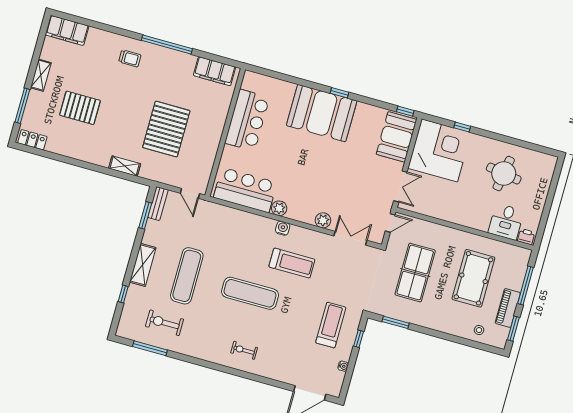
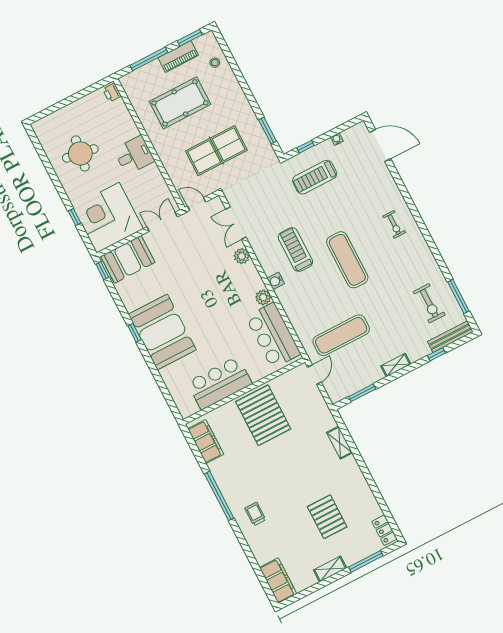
pallet: (166, 129) -> (263, 415), moved, turned 90
bench: (158, 204) -> (450, 337), moved, width x1.36
desk: (506, 222) -> (134, 155), moved
shelving: (143, 265) -> (396, 365), width x0.67, depth x0.75
exercise mat: (187, 276) -> (341, 335), moved

